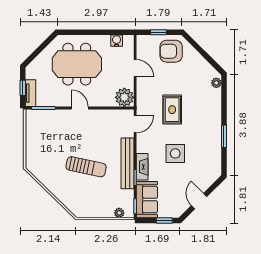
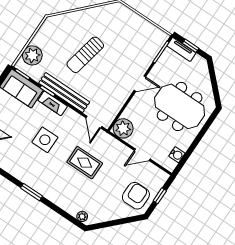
meeting table: (77, 64) -> (180, 106), turned 90
plant: (119, 213) -> (32, 55), width x1.88, depth x1.88

